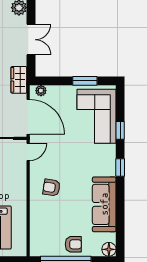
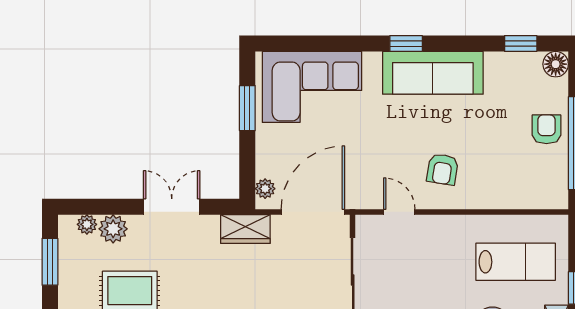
window: (120, 130) -> (521, 44), moved
door: (28, 152) -> (399, 212), moved
sofa: (104, 204) -> (433, 73), moved

